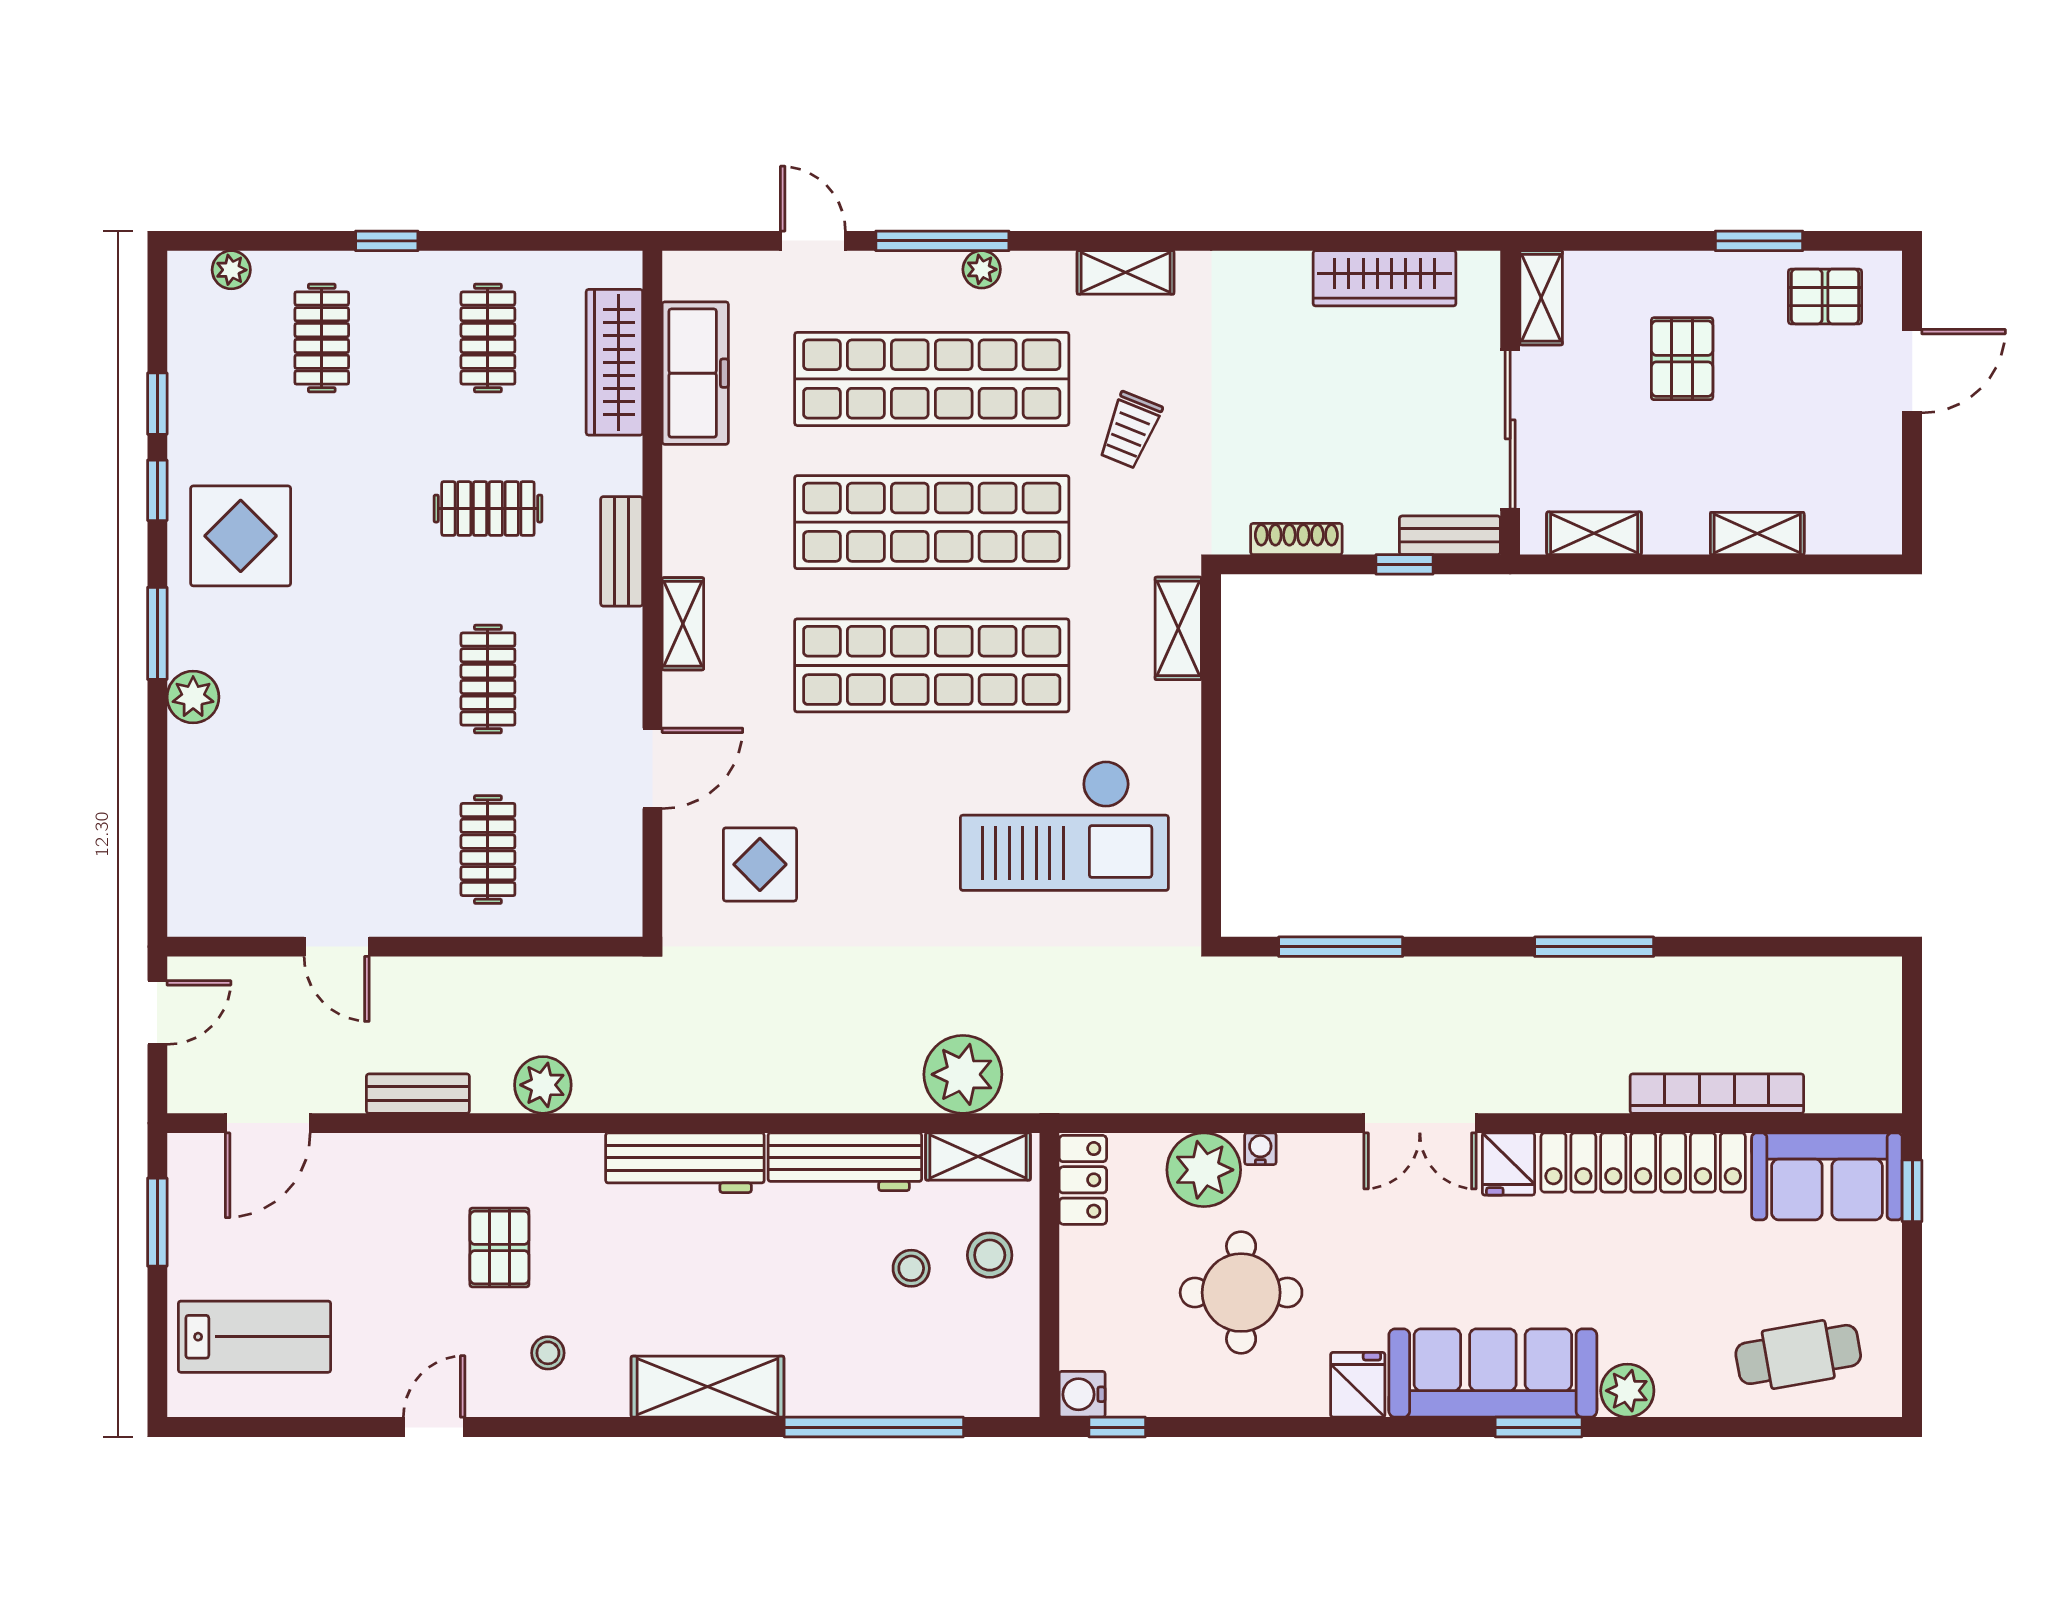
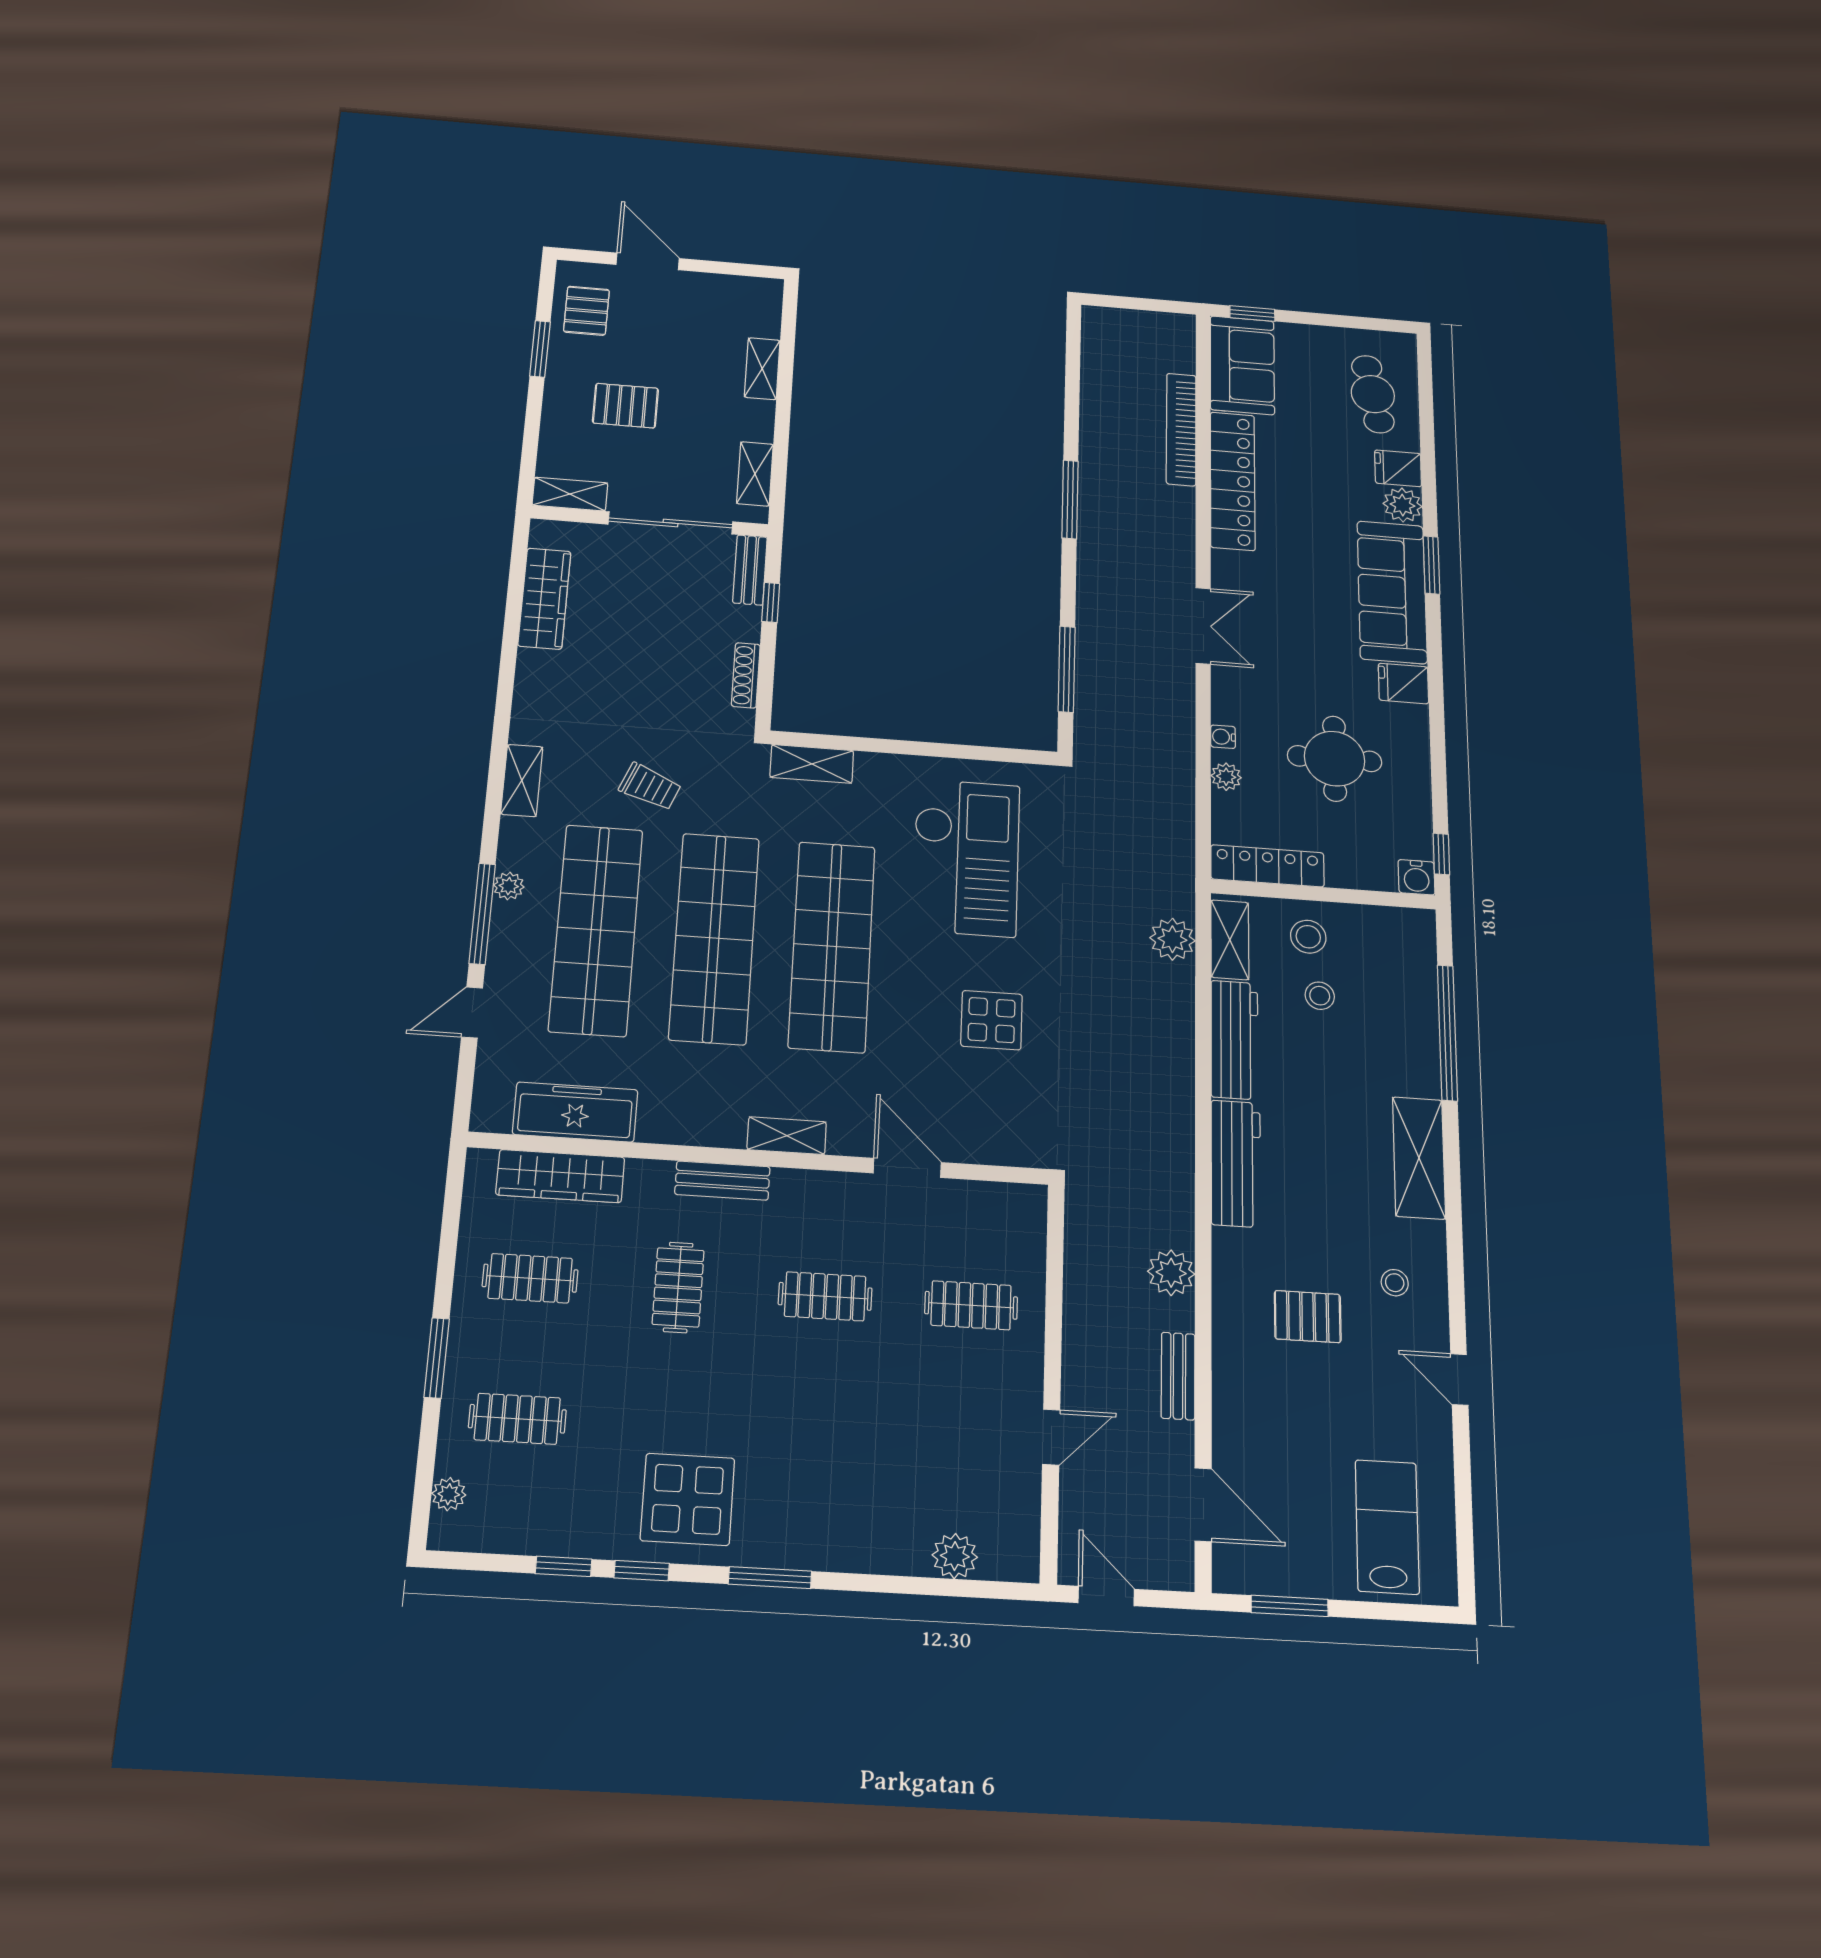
window: (387, 241) -> (437, 1358), width x1.50
plant: (193, 697) -> (955, 1556), moved
display table: (760, 864) -> (992, 1020), moved
plant: (963, 1074) -> (1172, 939), width x0.73, depth x0.73
fridge: (1508, 1164) -> (1398, 468), moved, turned 180
plant: (1204, 1170) -> (1226, 777), width x0.53, depth x0.53
locker: (1083, 1180) -> (1267, 866), width x1.53

